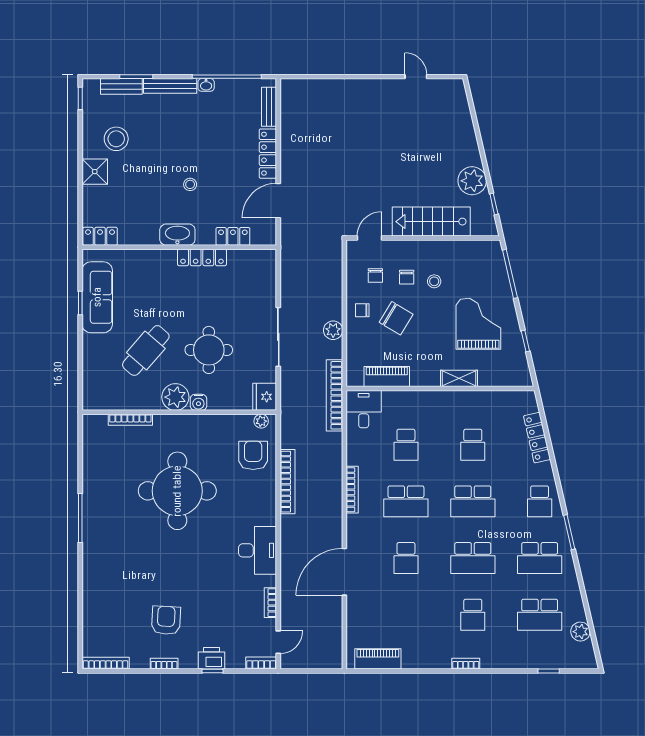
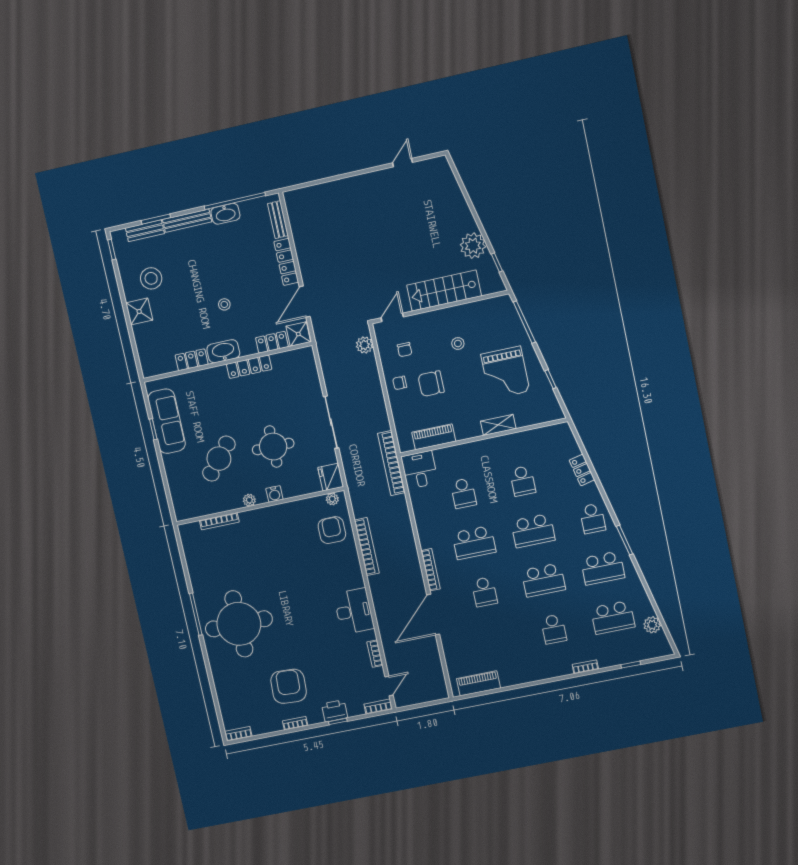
door: (416, 77) -> (403, 163), hinge flipped
washbasin: (206, 85) -> (225, 214), width x1.91, depth x1.45
shower: (264, 234) -> (298, 334), added
locker: (100, 236) -> (192, 360), moved
chair: (407, 277) -> (433, 345), removed
chair: (396, 318) -> (431, 384), turned 149
grand piano: (478, 324) -> (505, 373), turned 180
plant: (333, 330) -> (364, 345), moved
plant: (175, 397) -> (249, 500), width x0.53, depth x0.53
locker: (537, 438) -> (582, 470), width x0.66
bookcase: (352, 490) -> (431, 570), moved
round table: (177, 491) -> (239, 624), moved
armchair: (166, 620) -> (289, 686), width x1.36, depth x1.36
bookcase: (106, 663) -> (238, 734), width x0.64
bookcase: (466, 664) -> (585, 667), moved

